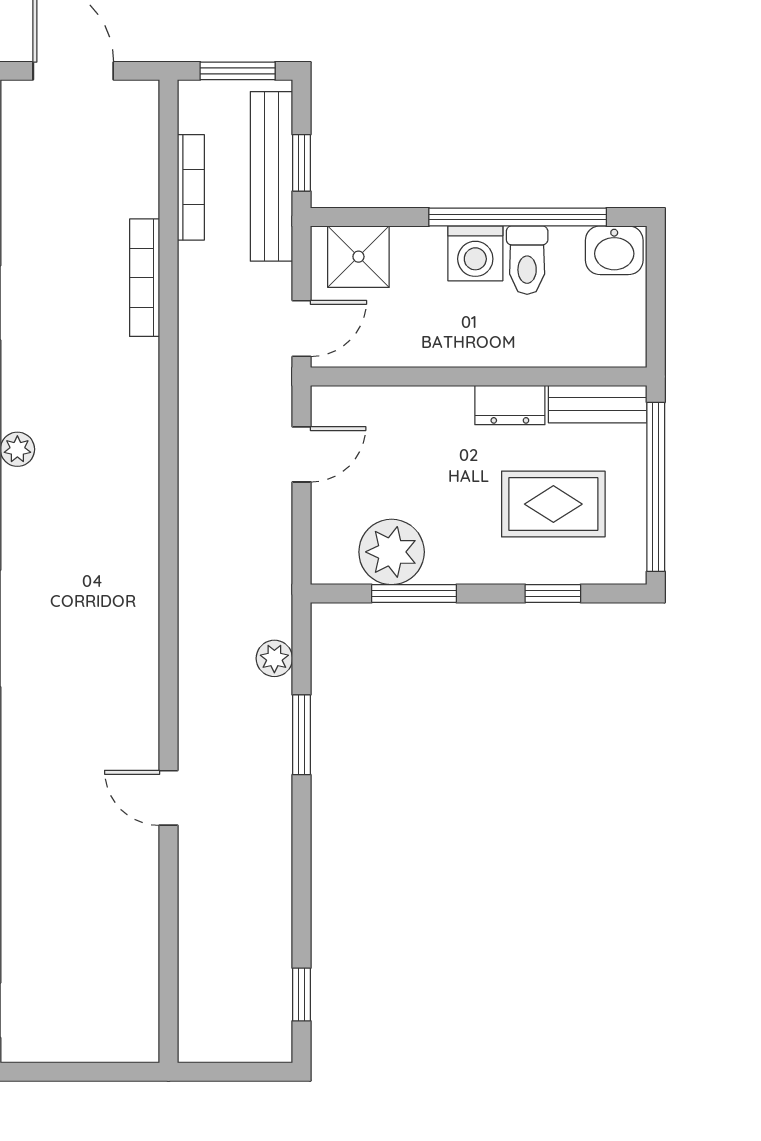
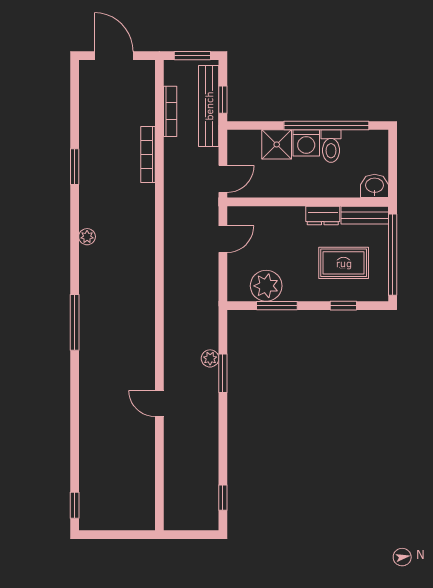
washbasin: (614, 250) -> (375, 186), moved, turned 180
shower: (358, 257) -> (277, 144), moved
plant: (274, 658) -> (210, 358), moved

